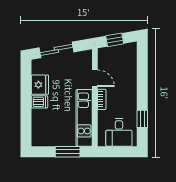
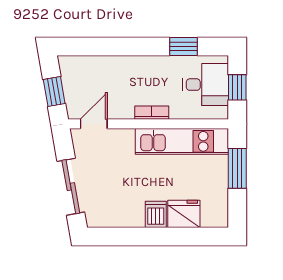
door: (95, 78) -> (94, 124), moved
fridge: (40, 85) -> (184, 214), moved
window: (117, 152) -> (237, 87), added

